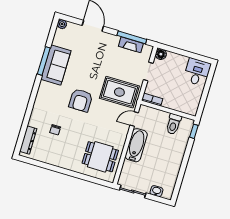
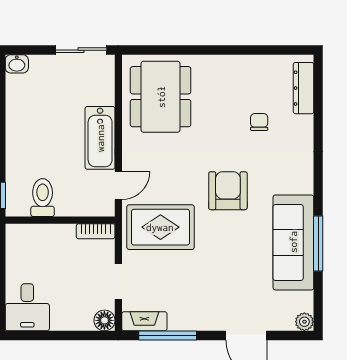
fireplace: (131, 45) -> (144, 321), moved
sofa: (56, 65) -> (293, 242), width x1.36
dining table: (100, 157) -> (161, 97), width x1.38
washbasin: (156, 191) -> (17, 64), moved

